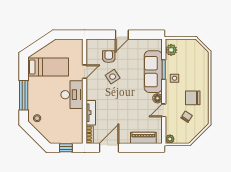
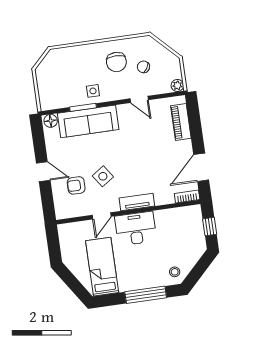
plant: (171, 50) -> (55, 101), removed
door: (84, 72) -> (102, 216), swing flipped
floor lamp: (157, 98) -> (51, 121), moved
tv unit: (91, 113) -> (137, 202), moved
door: (109, 148) -> (201, 167), hinge flipped

